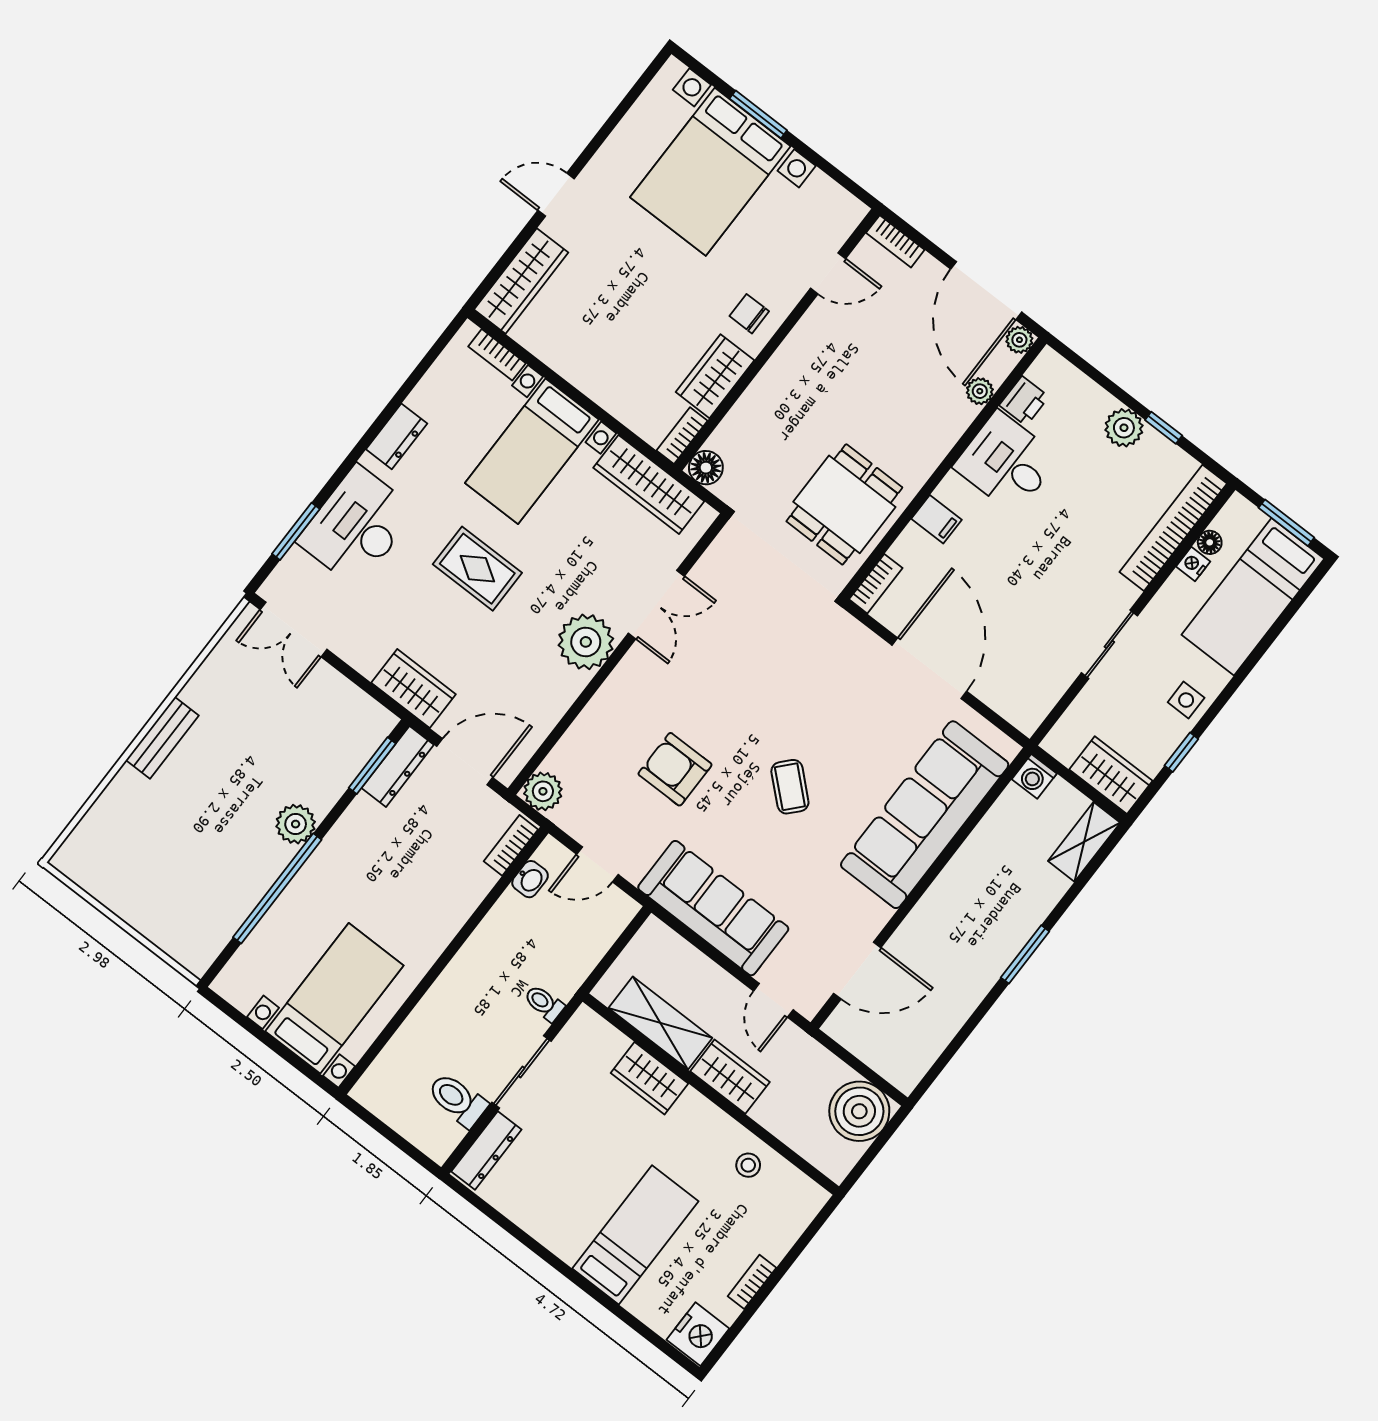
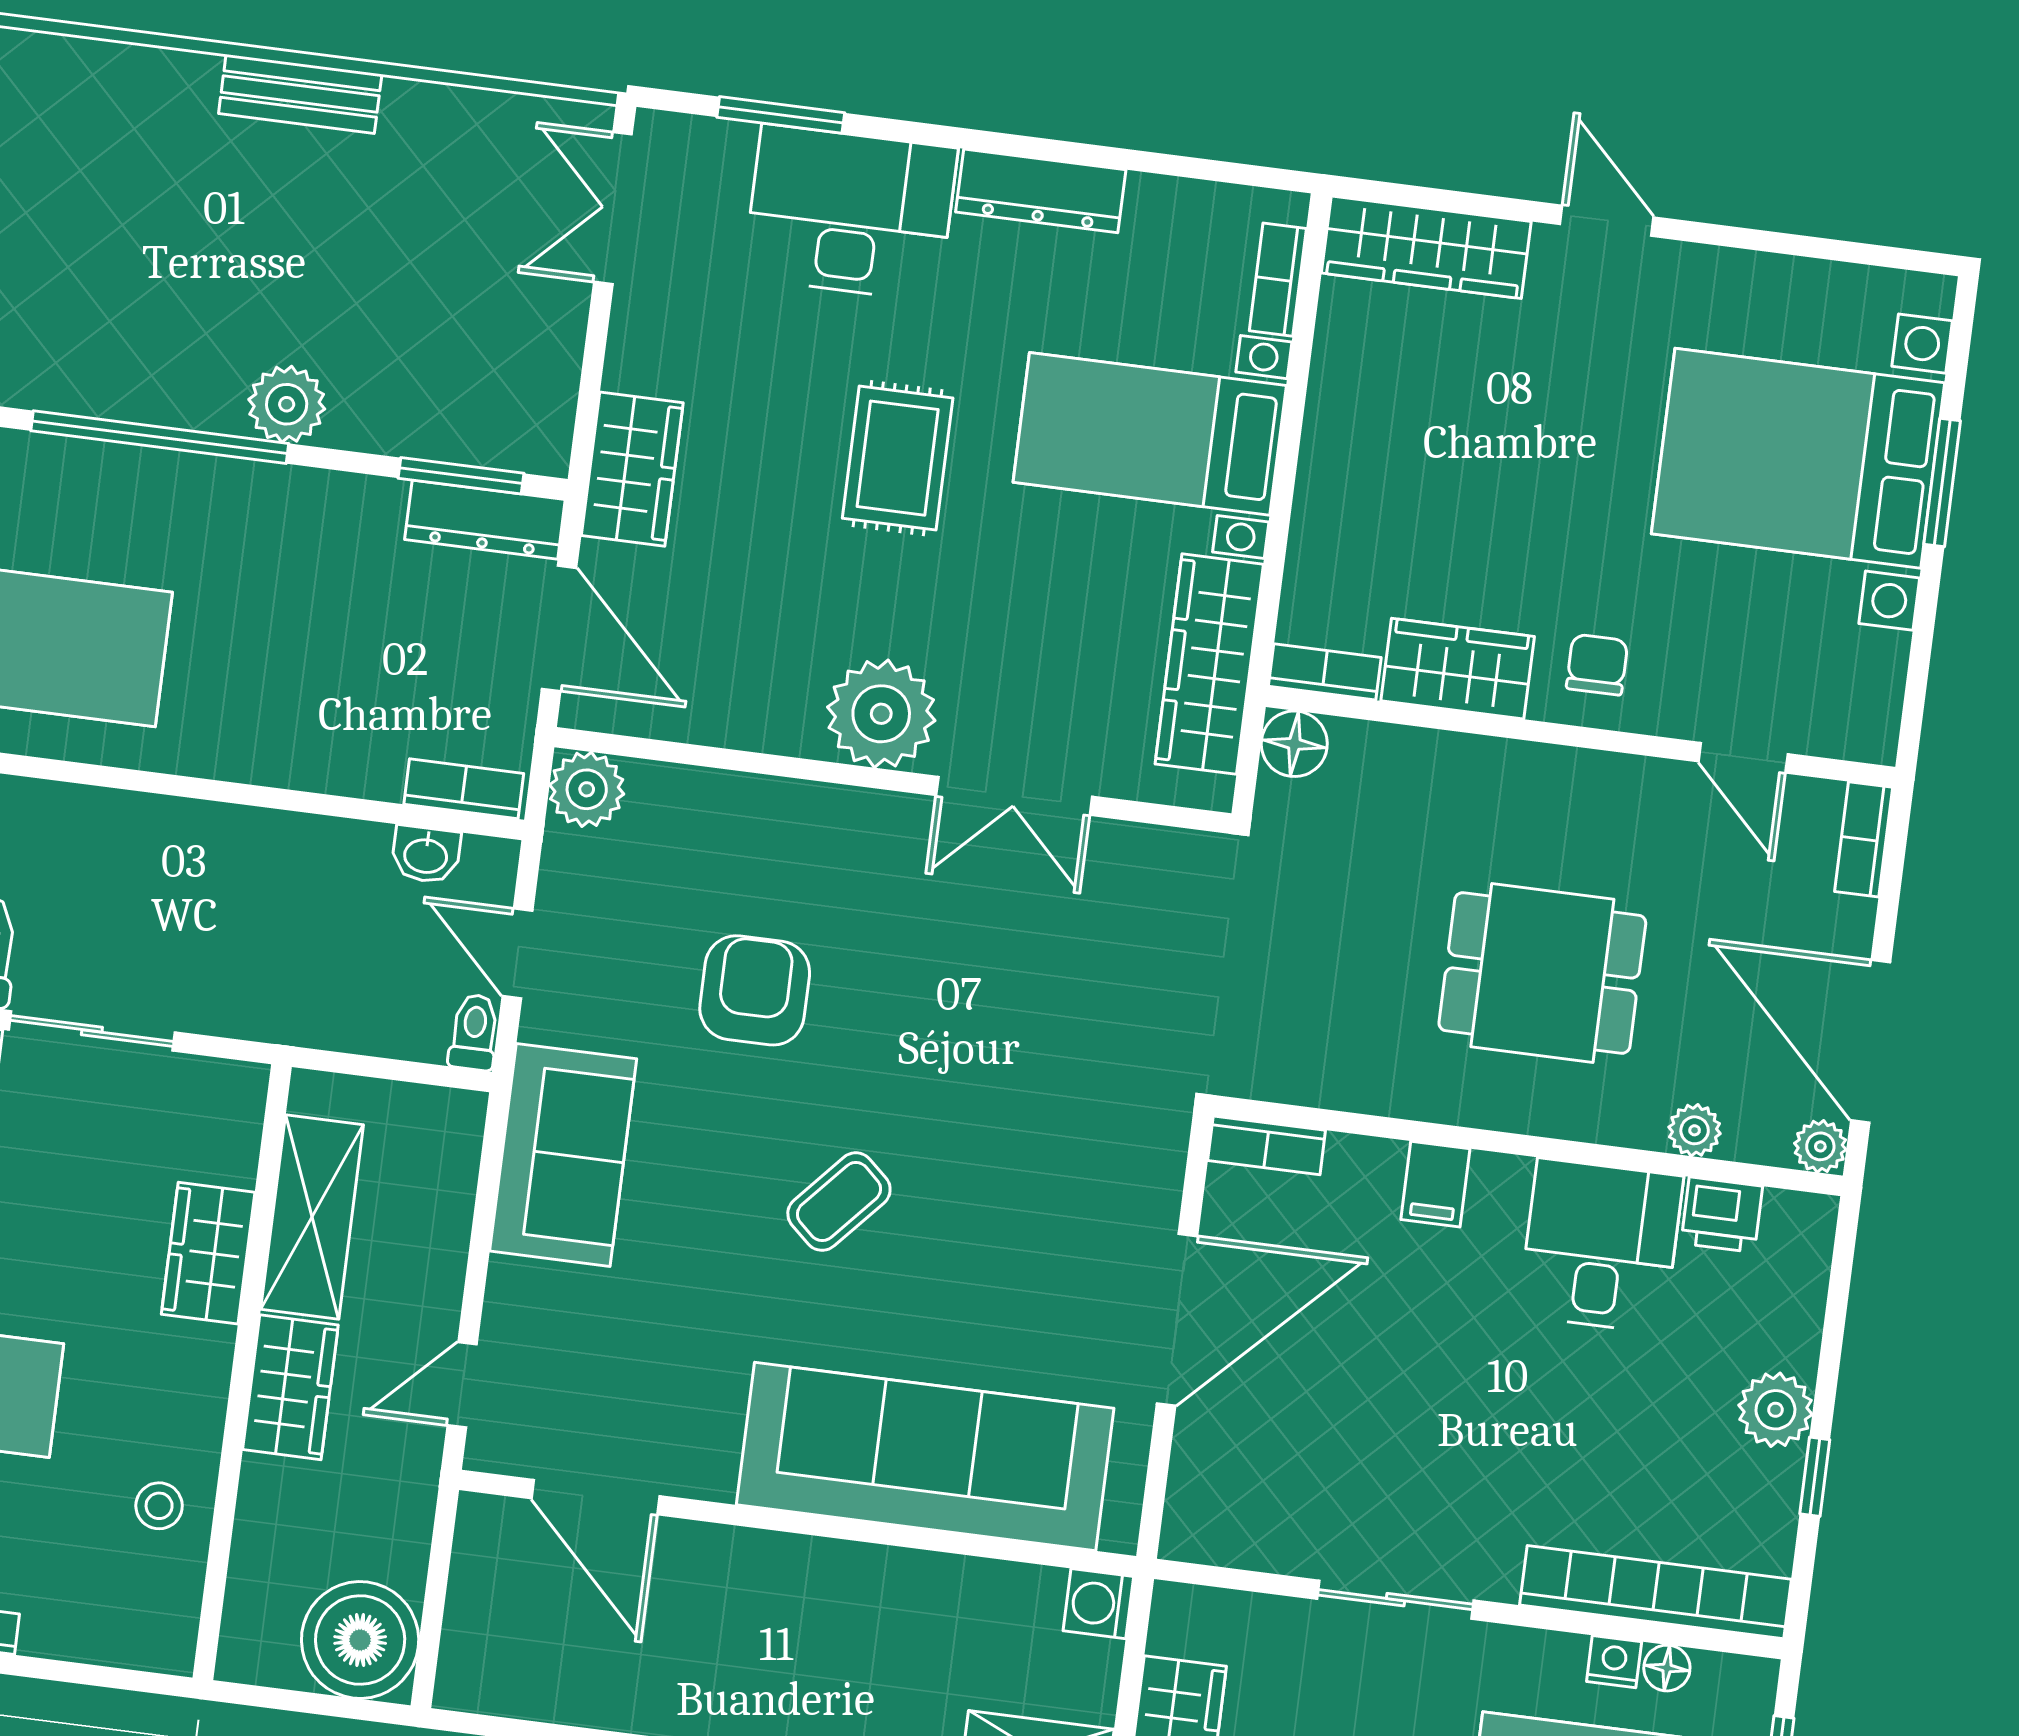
door: (986, 291) -> (1871, 1041), hinge flipped
dresser: (397, 436) -> (1041, 191), width x1.44
dining table: (844, 504) -> (1542, 973), moved
sofa: (713, 908) -> (563, 1155), width x0.73
toilet: (544, 1003) -> (474, 1032), moved

